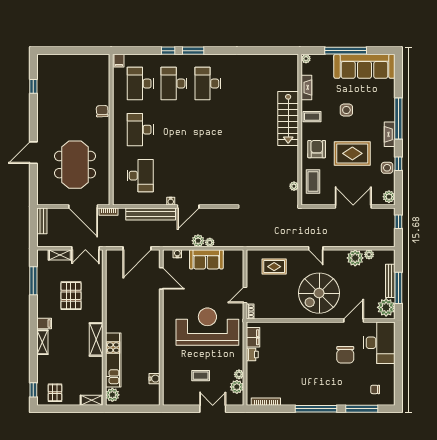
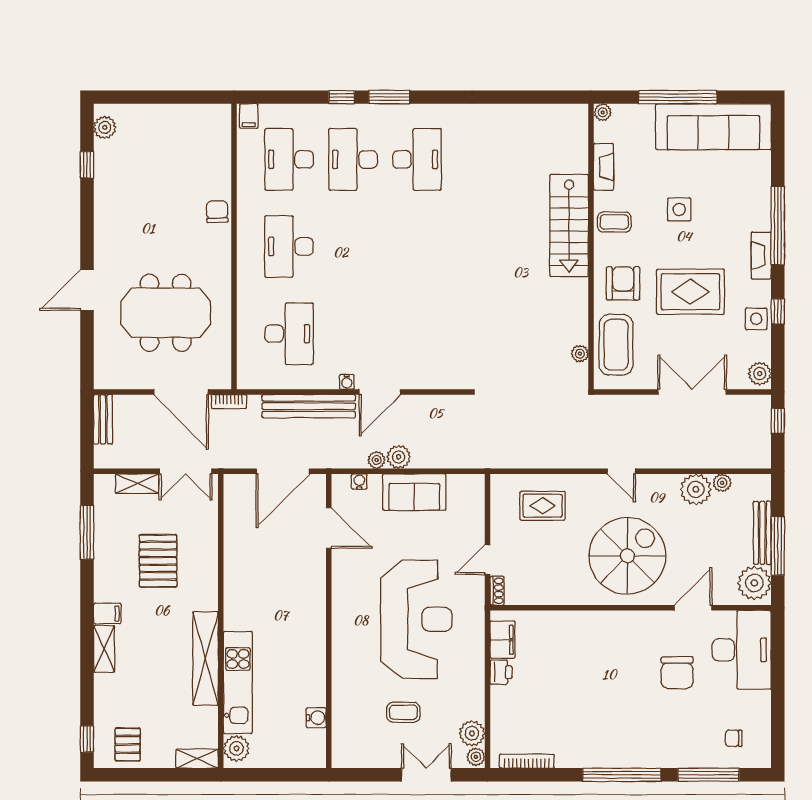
plant: (43, 67) -> (105, 127), added
desk: (208, 84) -> (417, 159), turned 180
meeting table: (75, 165) -> (166, 313), turned 90
coffee table: (313, 182) -> (616, 345), width x1.36, depth x1.32
plant: (210, 242) -> (377, 460), moved
spiral stairs: (319, 293) -> (627, 556), turned 180
reception desk: (207, 327) -> (416, 619), turned 90
shelving: (96, 339) -> (205, 659), width x1.47
plant: (239, 374) -> (476, 757), moved

